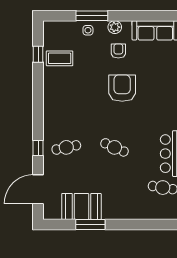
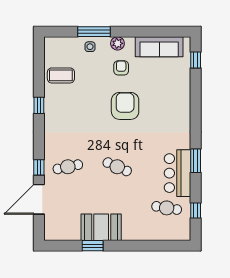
window: (38, 54) -> (39, 105), moved
door: (38, 189) -> (39, 199), moved
booth: (81, 206) -> (101, 227), moved
window: (90, 224) -> (93, 246), width x0.69

